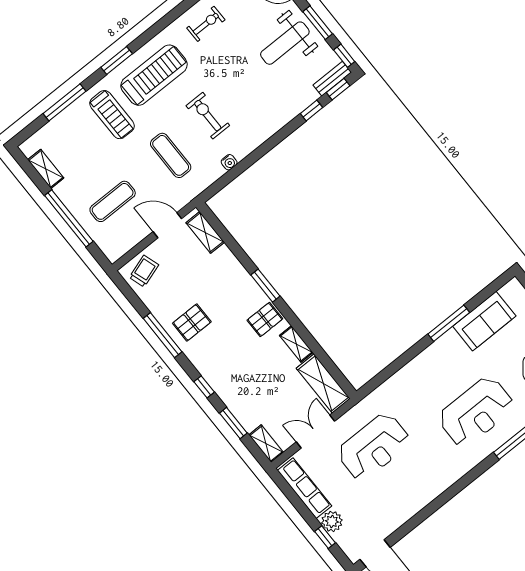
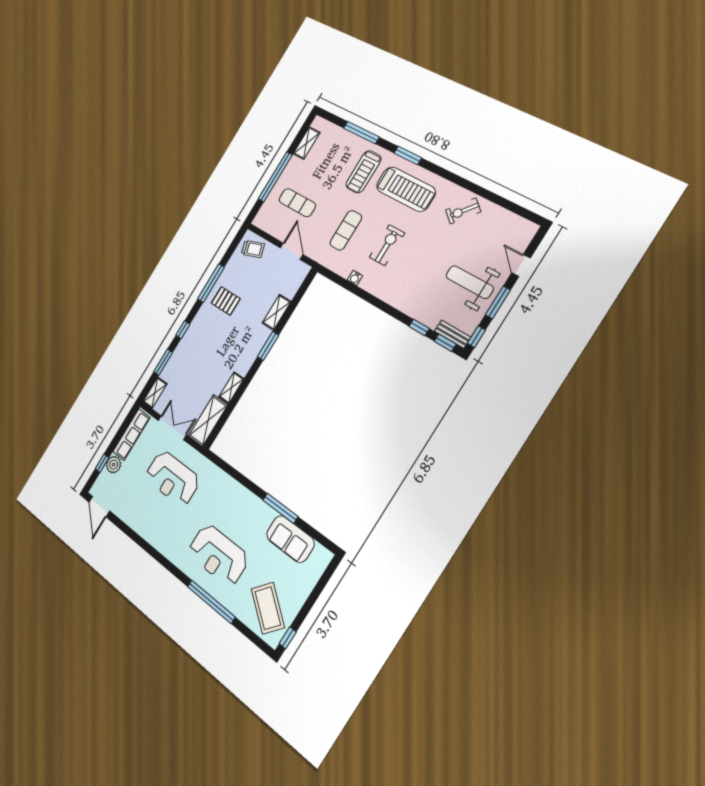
exercise bike: (206, 24) -> (463, 211), turned 130
shelving: (205, 232) -> (277, 312), moved
pallet: (265, 319) -> (243, 356), removed

